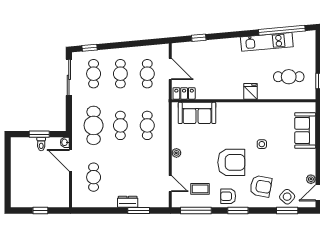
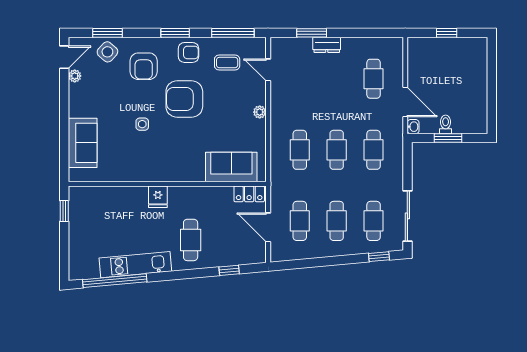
cafe table: (289, 77) -> (191, 240), moved, turned 90
cafe table: (94, 125) -> (374, 150), width x0.73, depth x0.74
armchair: (261, 186) -> (144, 66), turned -100

